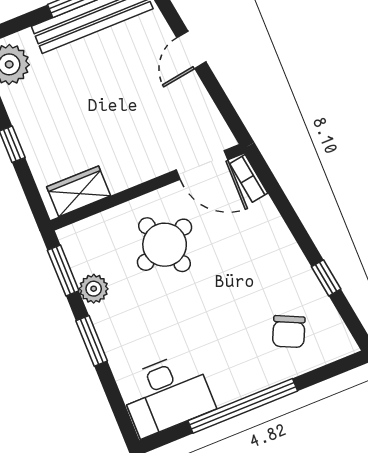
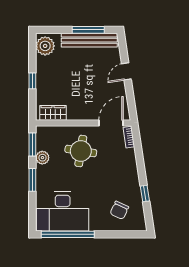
door: (202, 165) -> (111, 123), swing flipped
round table: (165, 245) -> (81, 151), turned 30
desk: (167, 394) -> (63, 212), width x1.36, depth x1.30
window: (243, 406) -> (68, 234), moved

